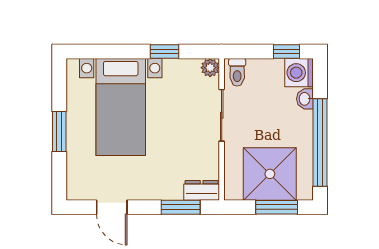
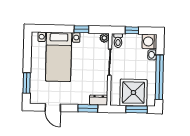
window: (287, 52) -> (132, 30), moved
window: (59, 131) -> (27, 83), moved

